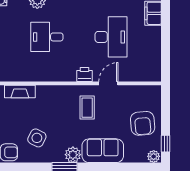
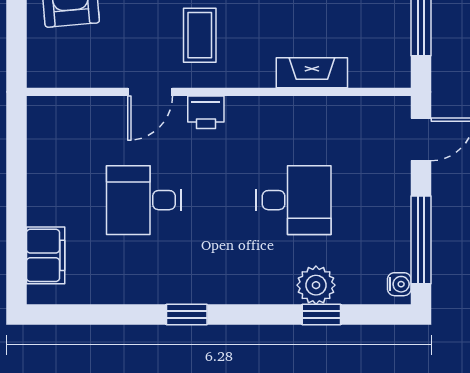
desk: (111, 37) -> (144, 200), width x0.73
fireplace: (20, 91) -> (312, 73), moved

